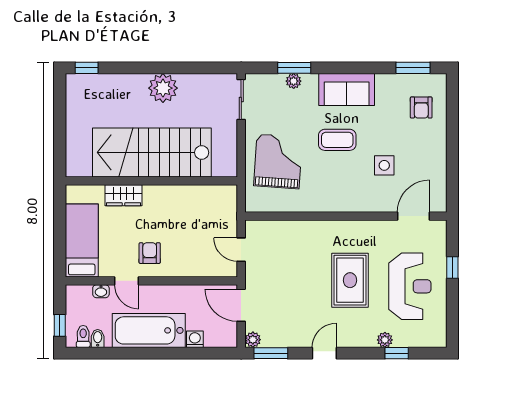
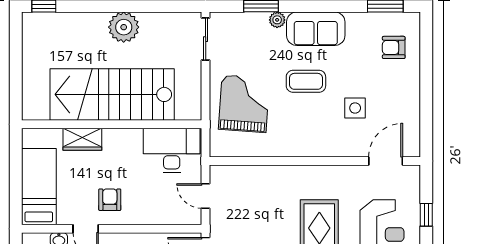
plant: (294, 81) -> (277, 20), moved
armchair: (421, 108) -> (394, 47), turned 90
desk: (209, 206) -> (172, 150), added

